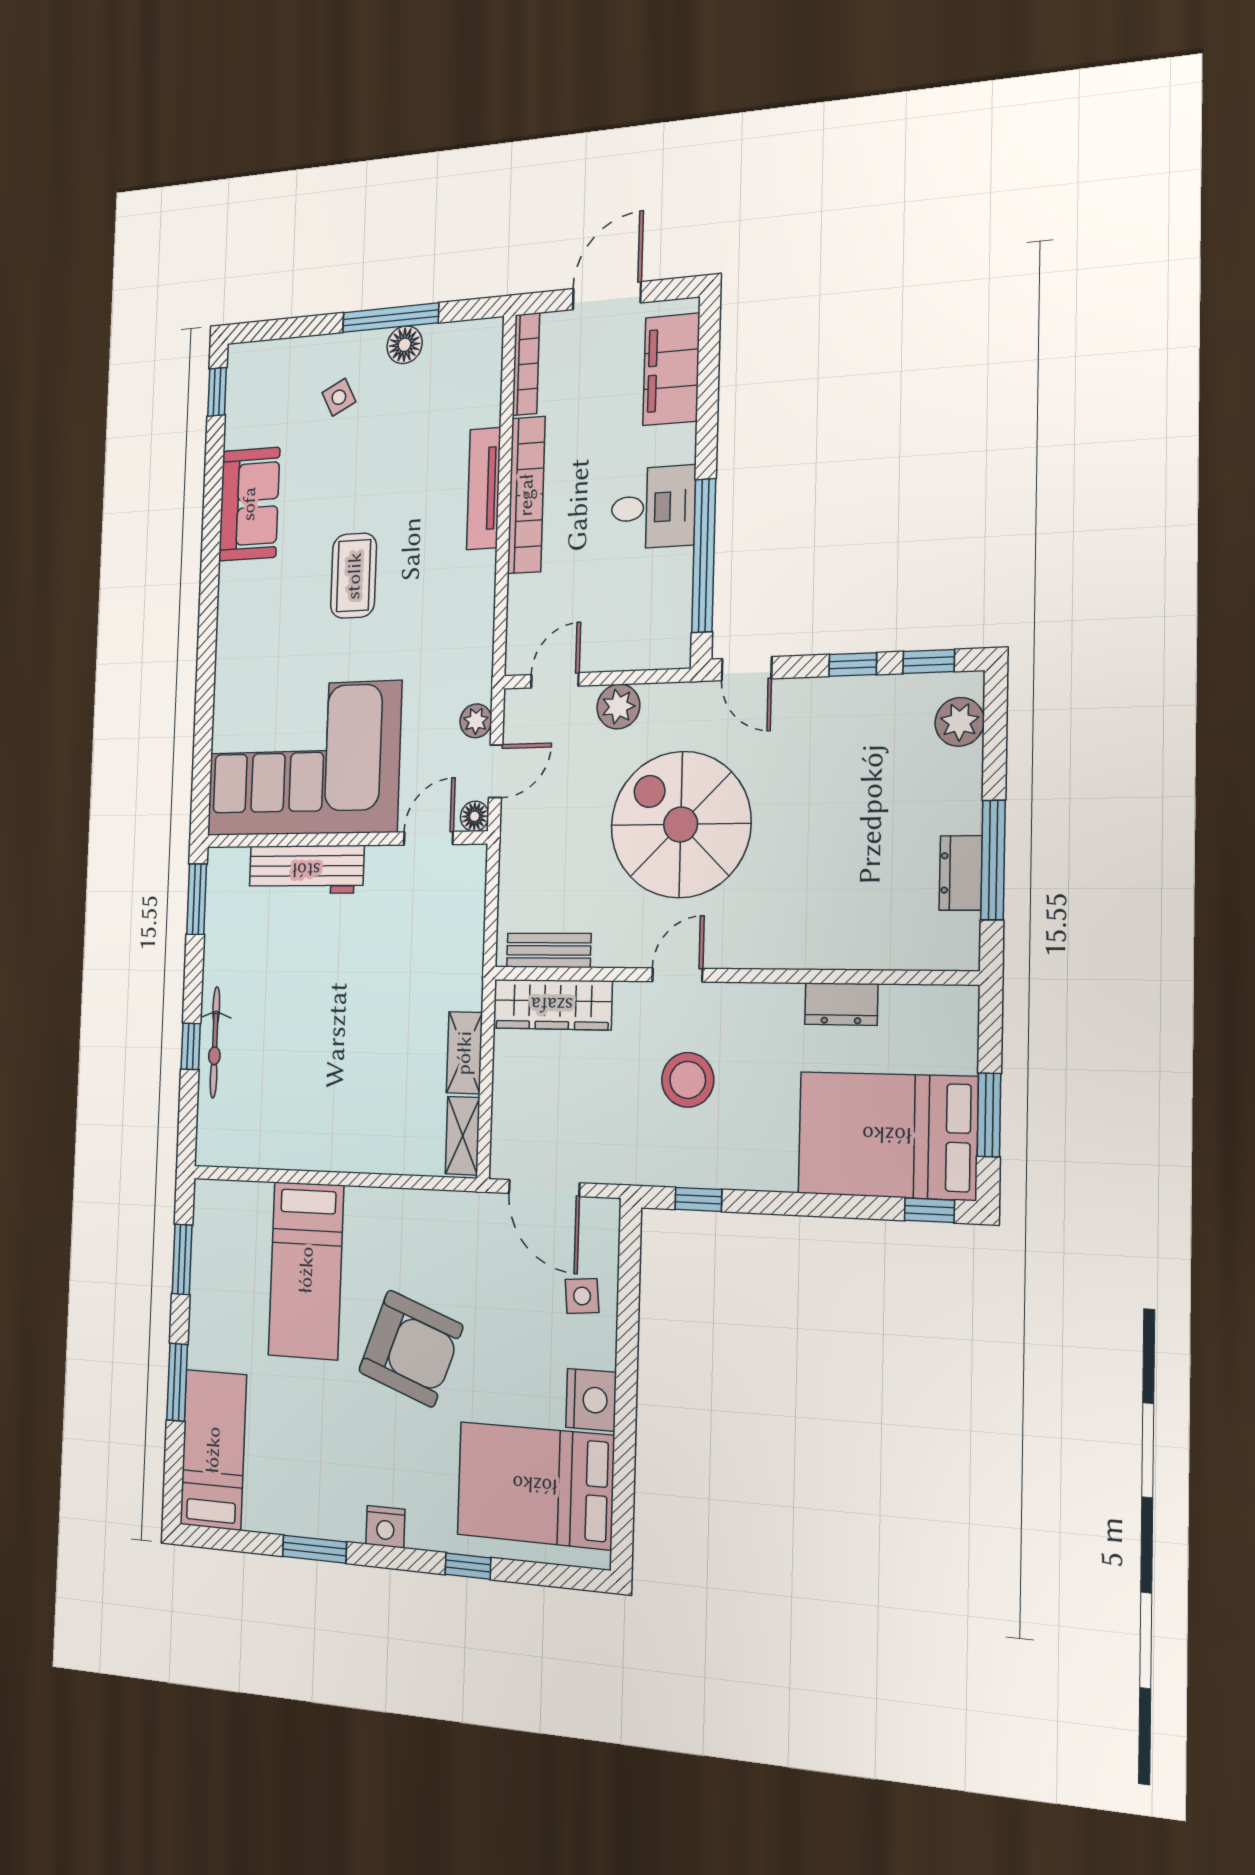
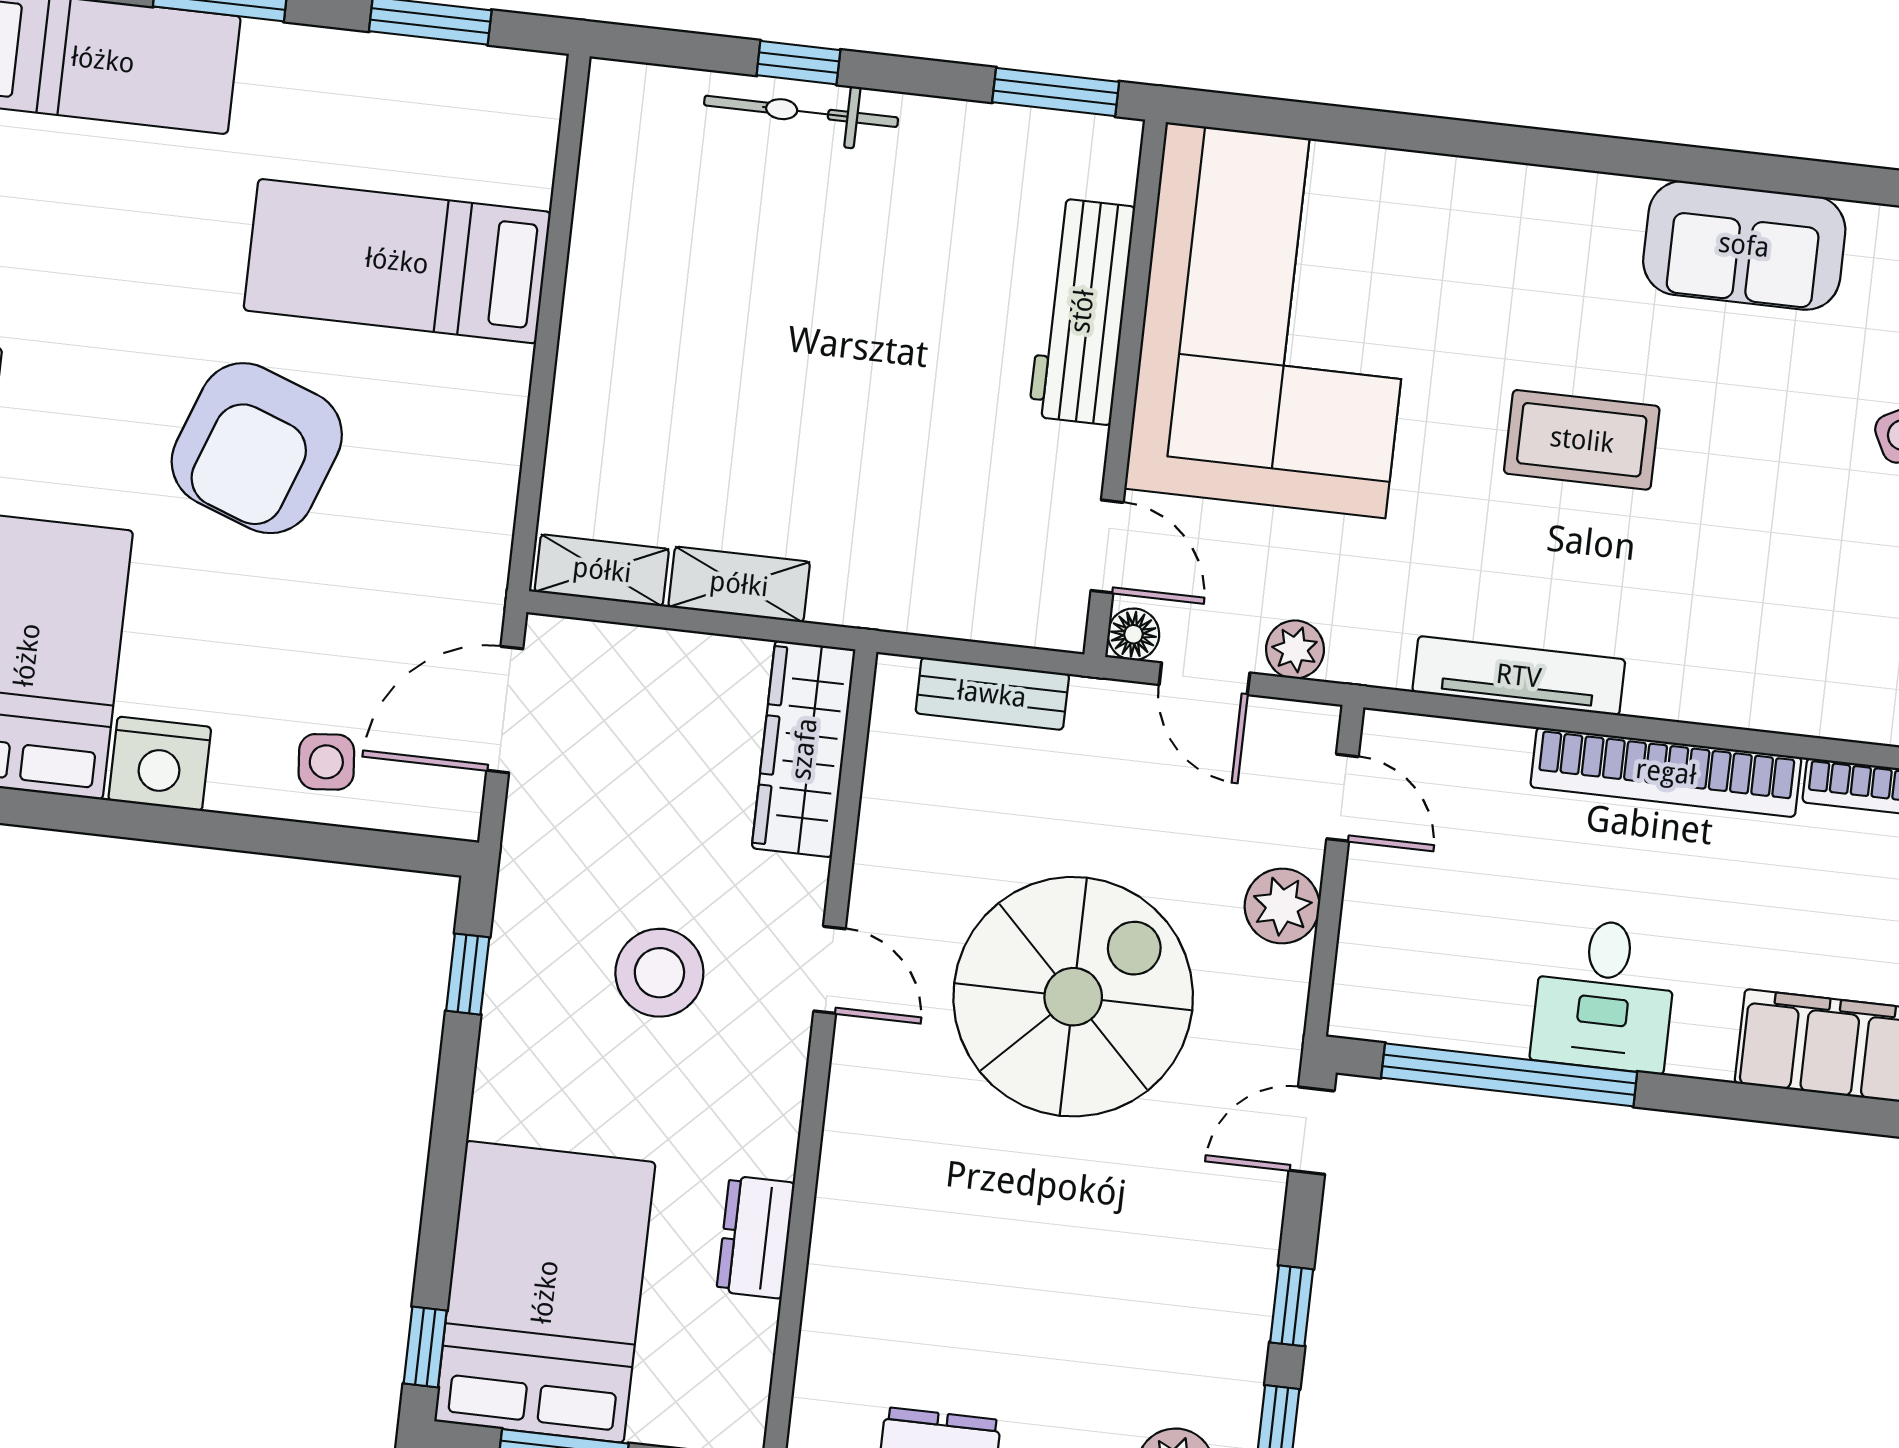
tv unit: (484, 488) -> (1519, 676), moved
bench: (549, 950) -> (992, 694), moved, turned 90

